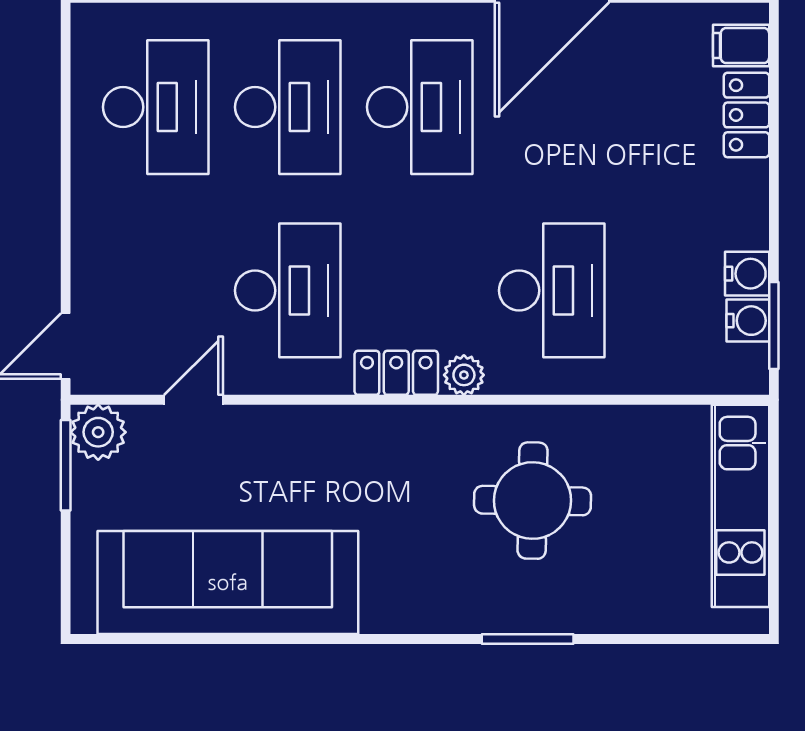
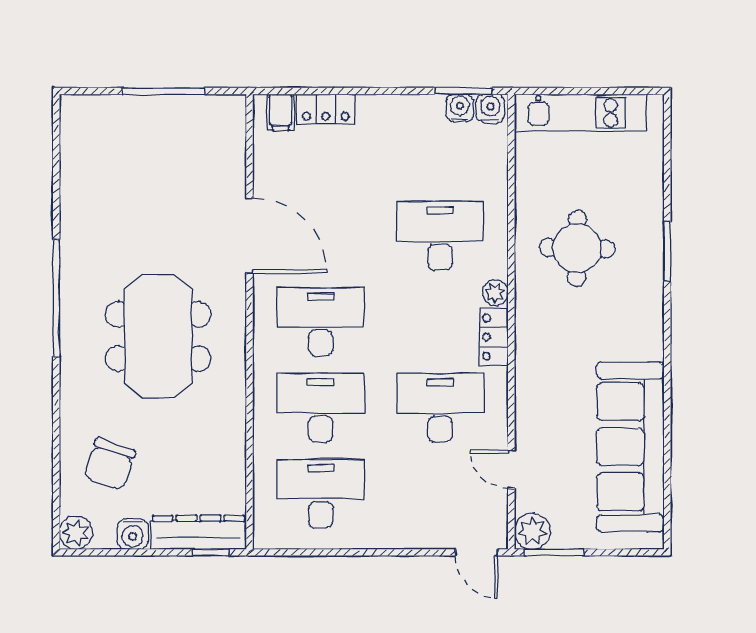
water cooler: (747, 274) -> (490, 108), moved

